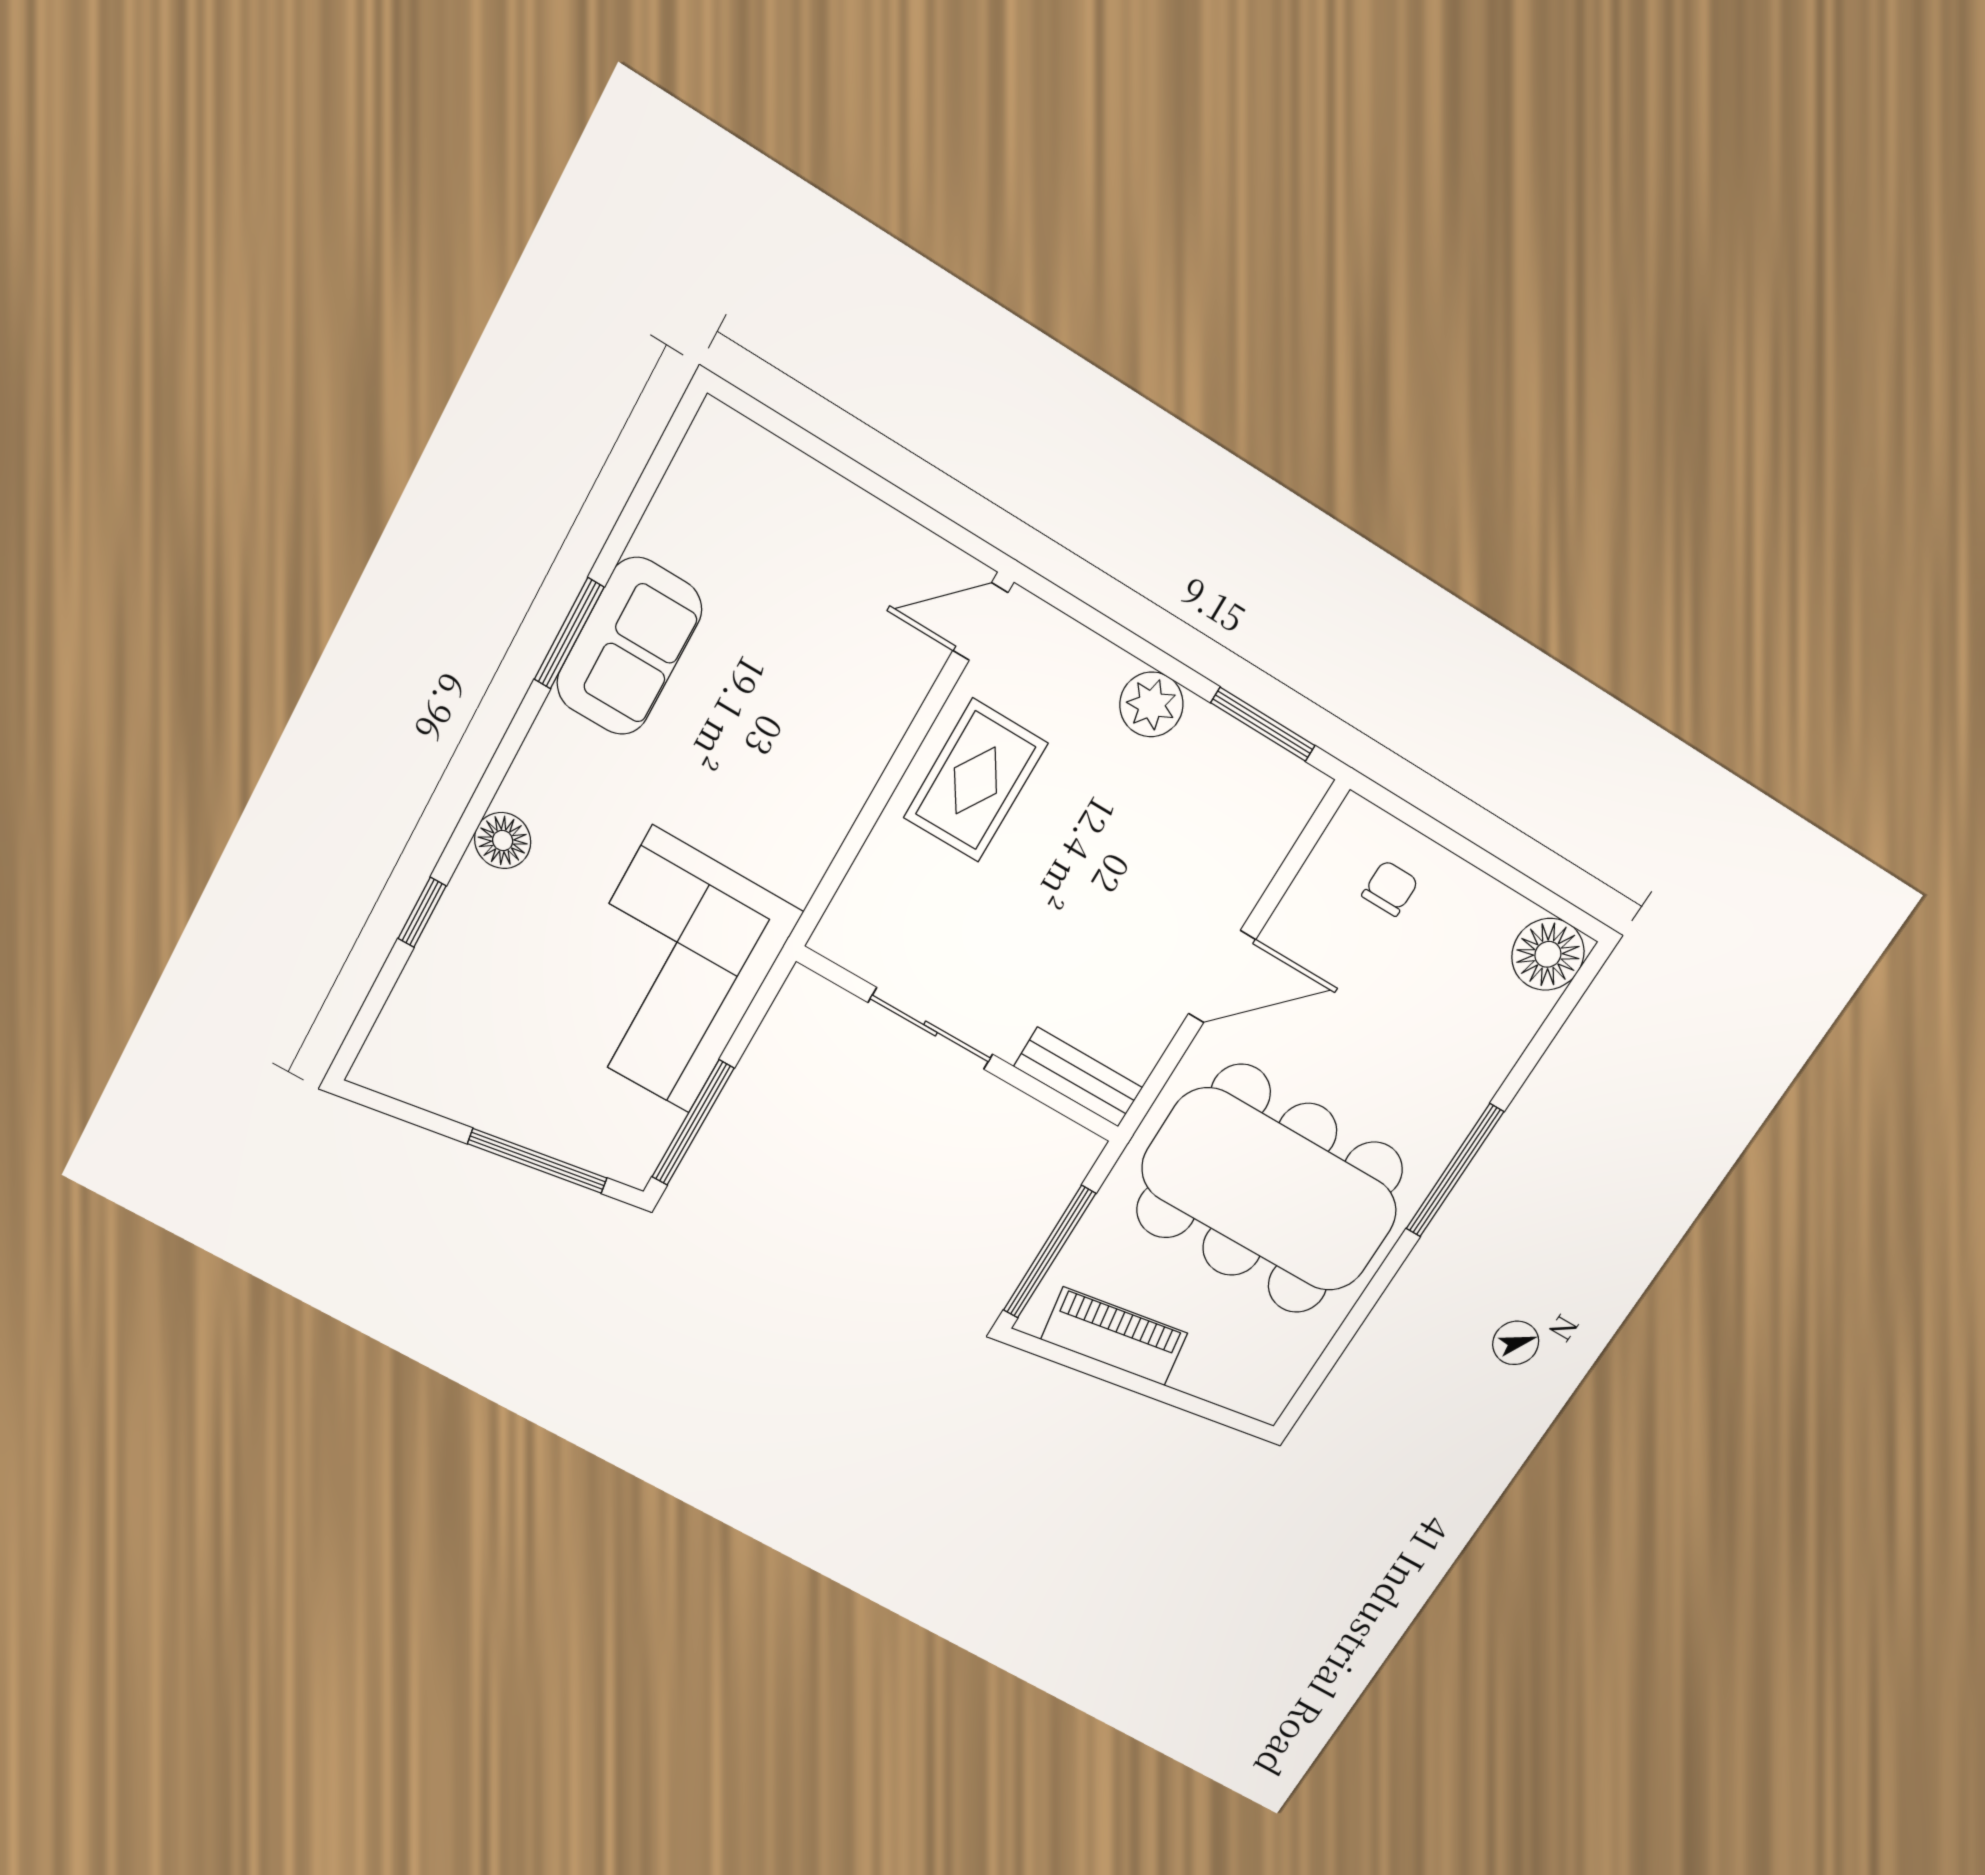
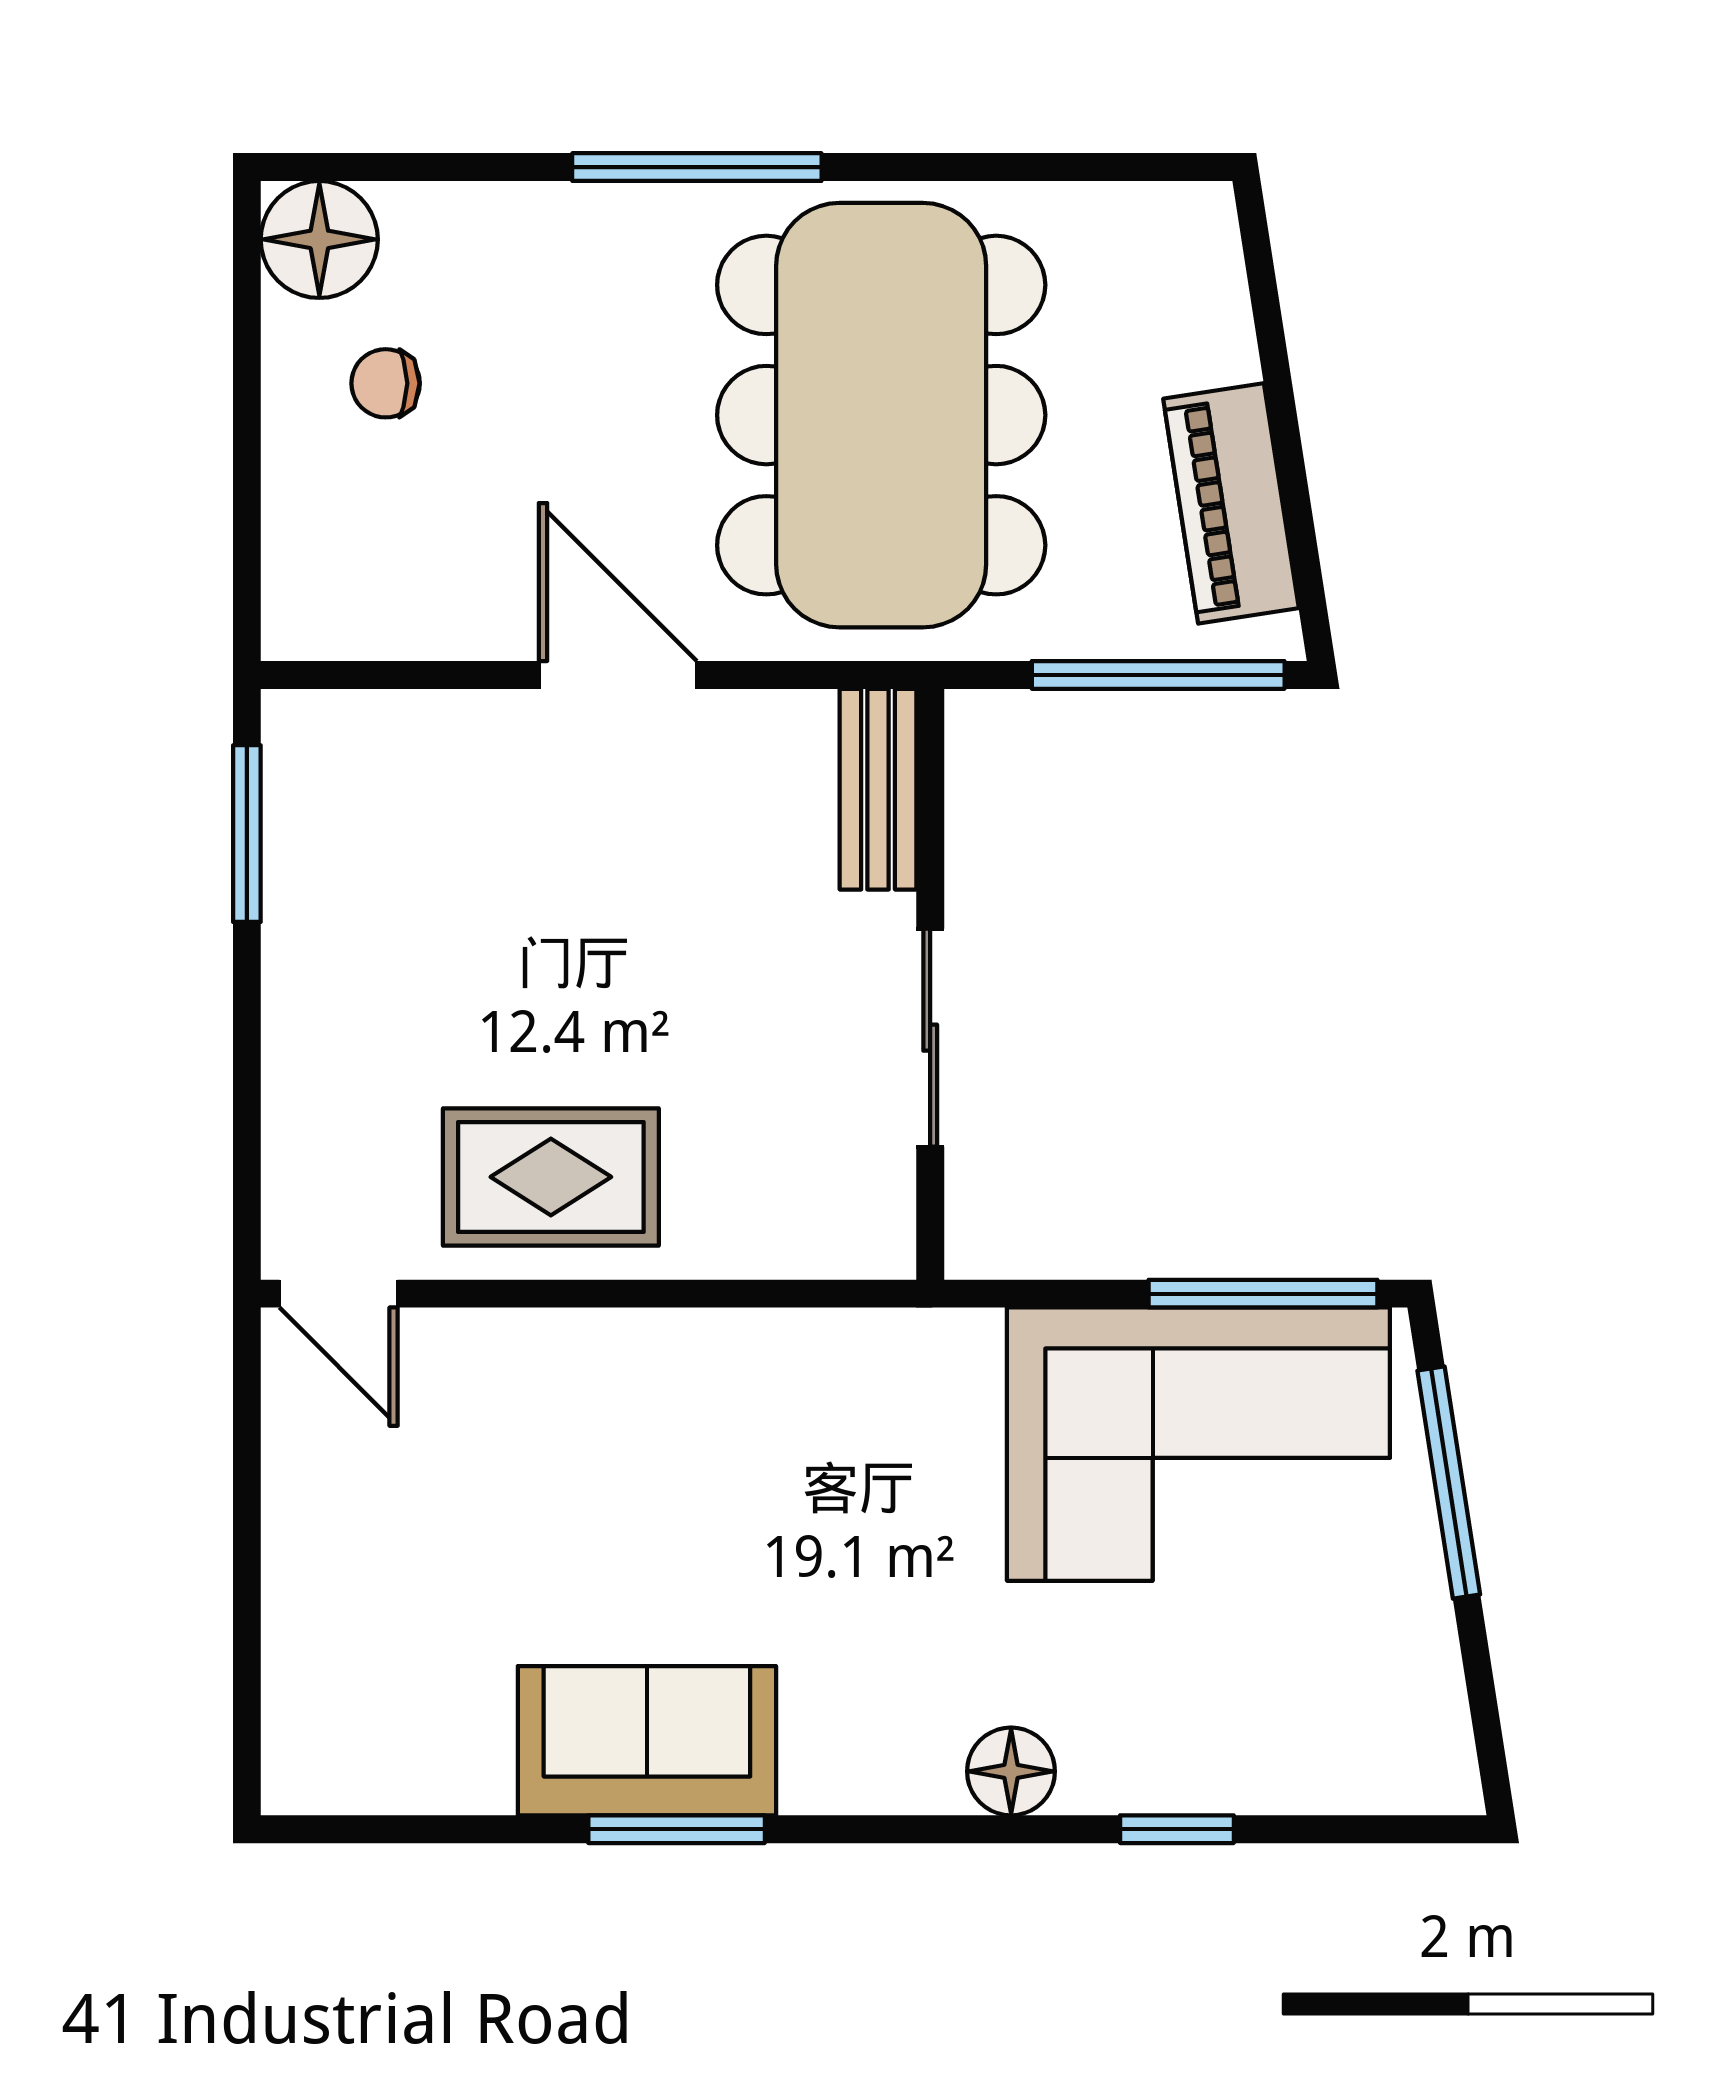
plant: (1151, 704) -> (310, 1000), removed
chair: (1390, 888) -> (386, 383), moved
corner sofa: (671, 971) -> (1198, 1444), moved

